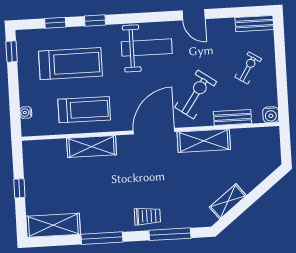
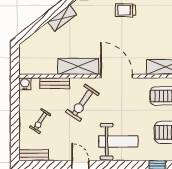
weight bench: (147, 48) -> (118, 141), turned 180
door: (154, 131) -> (117, 76), swing flipped

